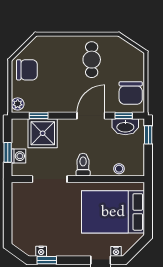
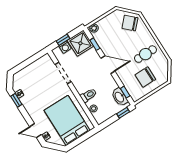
chair: (27, 70) -> (130, 23), moved, turned 133
chair: (131, 93) -> (145, 77), moved
door: (91, 116) -> (108, 65), moved
shower: (43, 133) -> (80, 43), moved
toilet: (83, 165) -> (88, 95), moved

